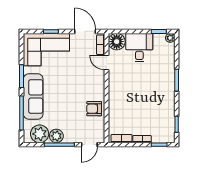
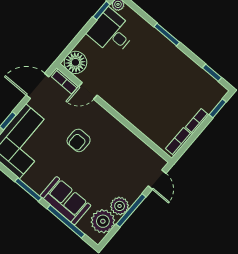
desk: (139, 48) -> (112, 32), moved
sofa: (33, 96) -> (65, 201), width x0.73
armchair: (94, 109) -> (79, 140), moved

